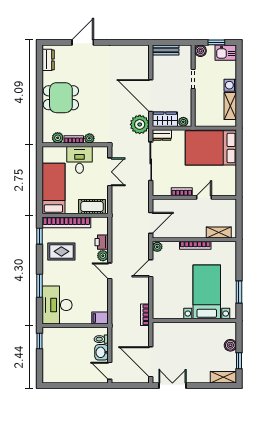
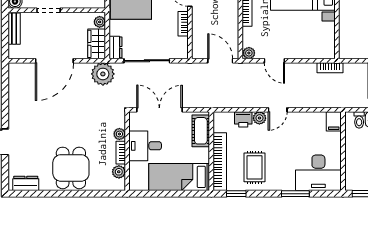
bench: (166, 50) -> (14, 29), moved
door: (151, 96) -> (54, 61), moved
double door: (110, 172) -> (159, 110), width x1.37

